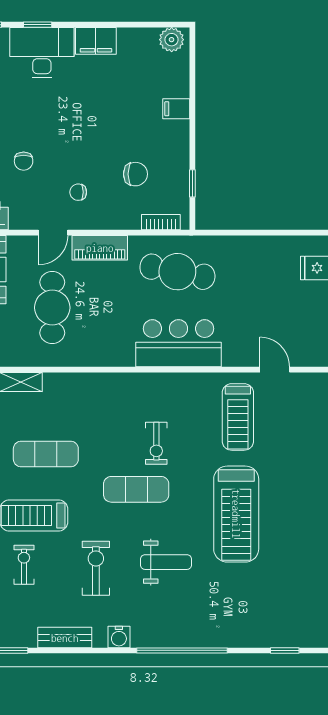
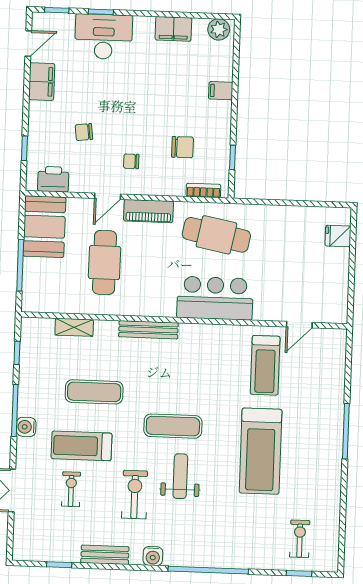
filing cabinet: (96, 41) -> (173, 29), moved
chair: (24, 161) -> (84, 132), turned 83
door: (275, 370) -> (299, 325), swing flipped
bench: (105, 382) -> (148, 330), added
exercise bike: (156, 443) -> (300, 539), moved, turned 180
weight bench: (166, 562) -> (180, 476), moved, turned -90

